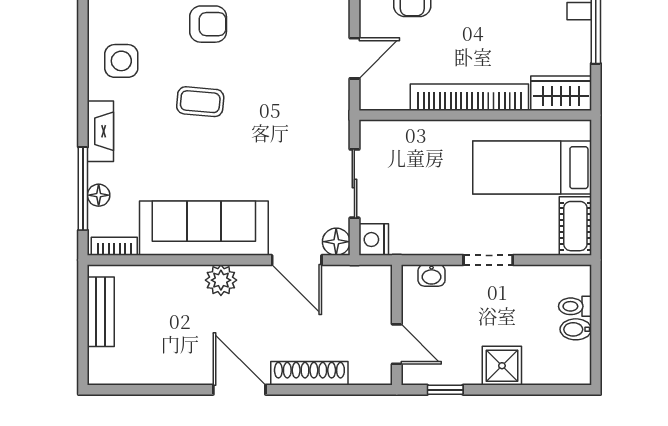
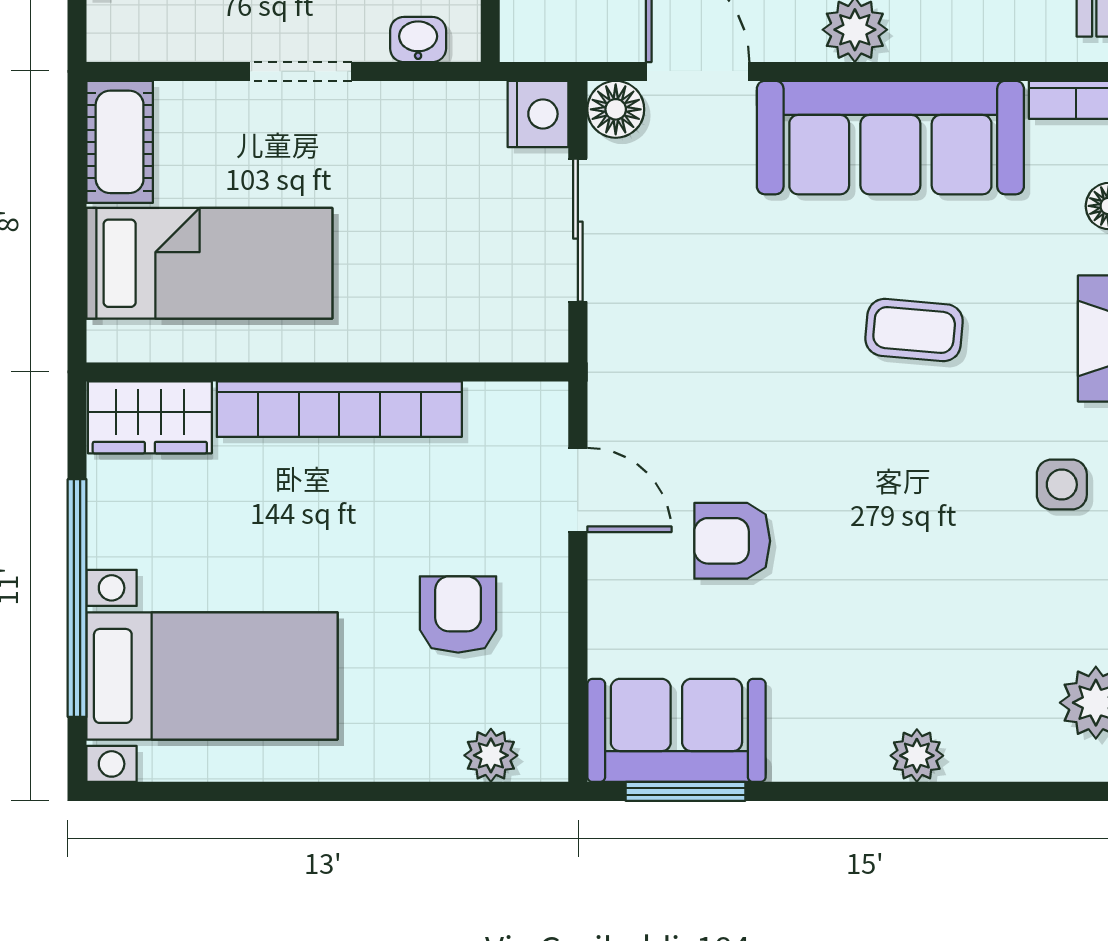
armchair: (208, 24) -> (732, 541), moved
door: (354, 58) -> (578, 490), swing flipped
side table: (121, 61) -> (1062, 485), width x0.73, depth x0.73
coffee table: (200, 102) -> (914, 330), moved

